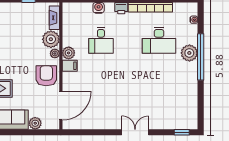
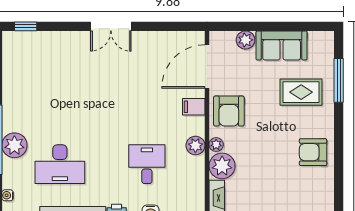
desk: (159, 40) -> (60, 164), turned 180
filing cabinet: (70, 66) -> (194, 107), moved
double door: (135, 132) -> (111, 26), moved

